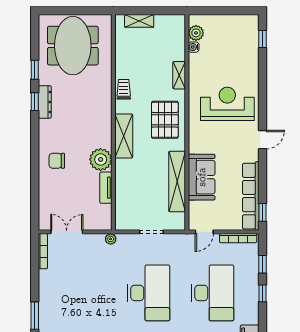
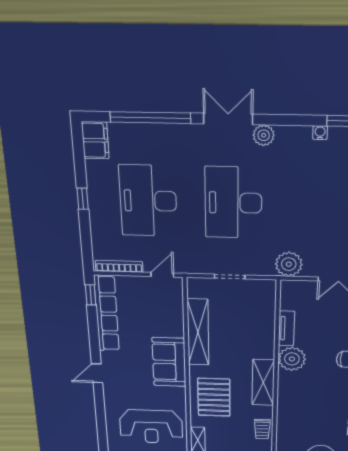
reception desk: (227, 104) -> (151, 427), moved
sofa: (202, 177) -> (169, 362), moved
plant: (111, 239) -> (289, 264), width x1.87, depth x1.87
window: (262, 264) -> (86, 235), removed

